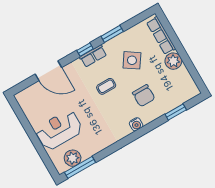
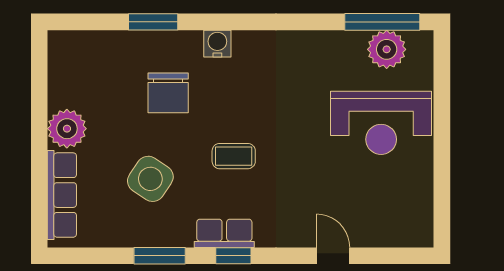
door: (48, 71) -> (333, 256), width x0.53
chair: (144, 96) -> (168, 93), turned 180
window: (176, 112) -> (153, 22), moved

